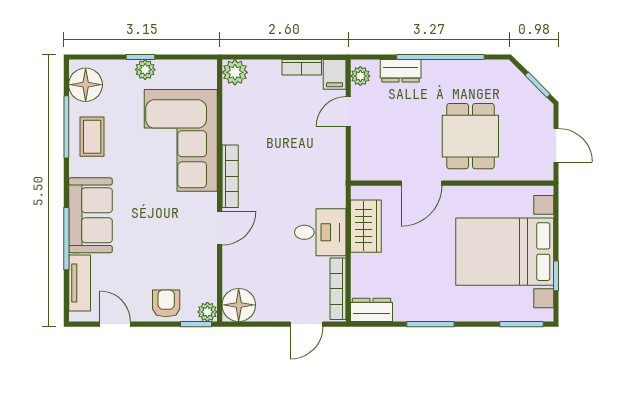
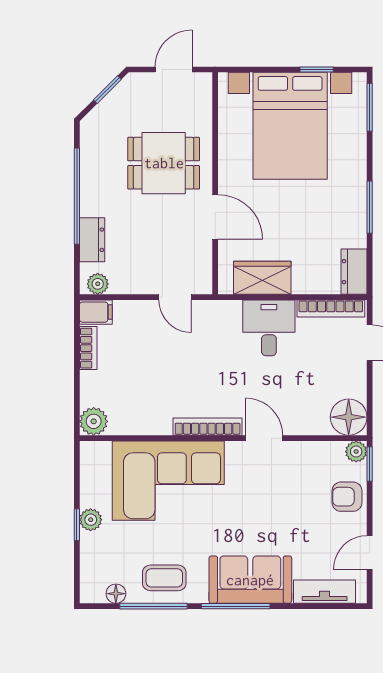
floor lamp: (86, 85) -> (116, 594), width x0.53, depth x0.53
door: (348, 112) -> (175, 297), moved
window: (66, 239) -> (236, 606), moved

